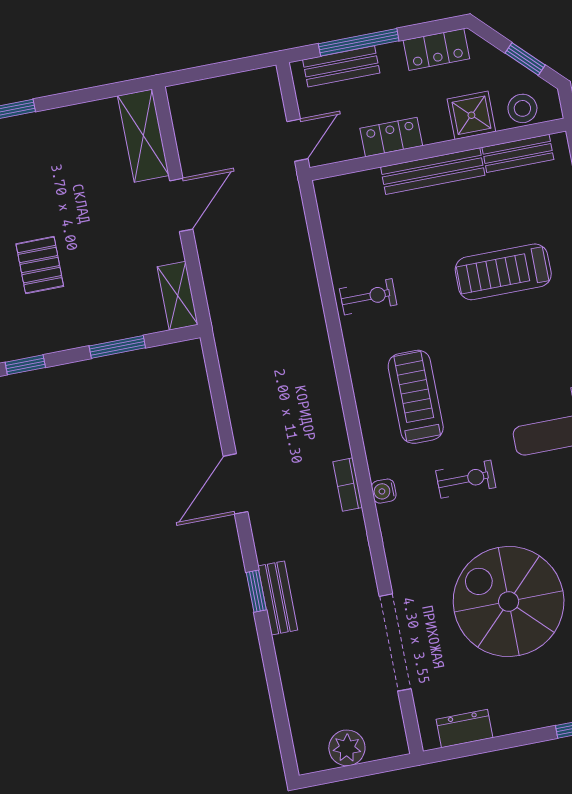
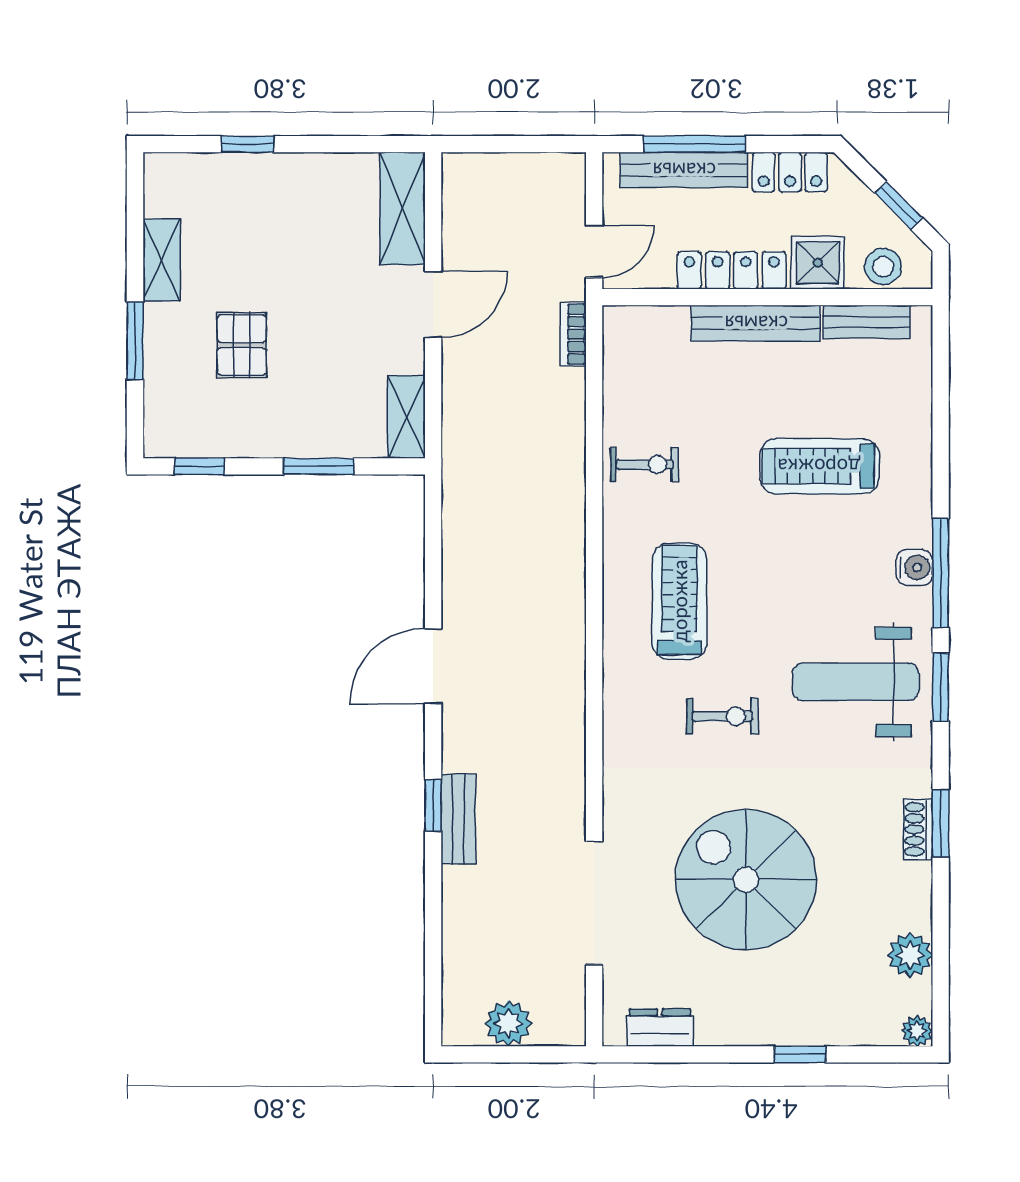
bench: (341, 66) -> (684, 170), width x1.36
locker: (391, 137) -> (732, 270), width x1.53
bookcase: (348, 485) -> (573, 334), moved
water cooler: (384, 491) -> (617, 711), removed

